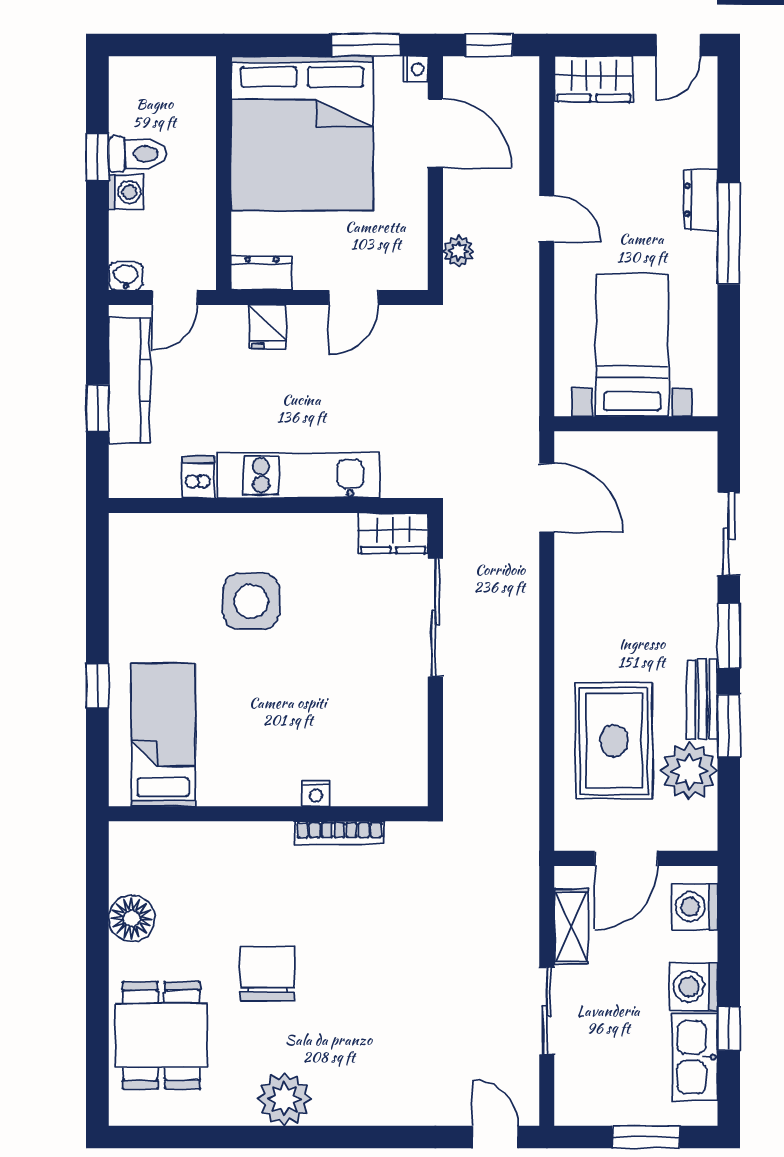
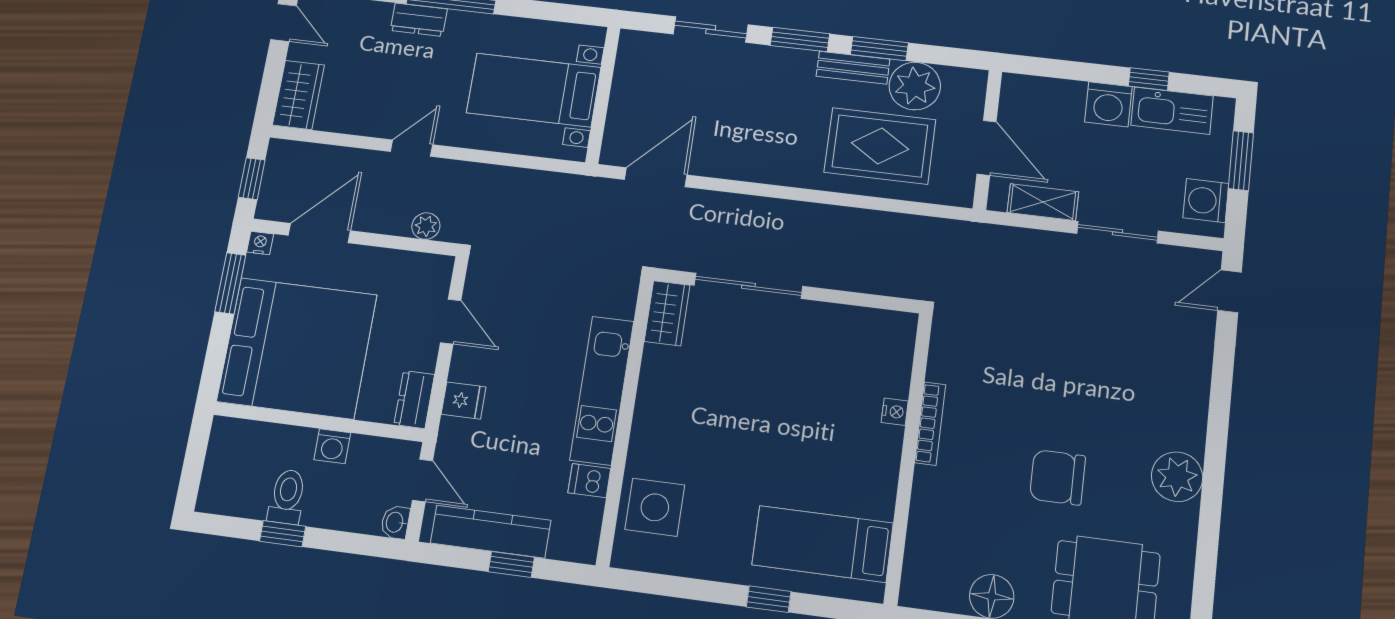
washing machine: (126, 192) -> (332, 446), moved, turned 180
side table: (251, 601) -> (655, 507), moved
bookcase: (339, 833) -> (930, 424), moved
washing machine: (695, 907) -> (1206, 201), moved, turned 90

